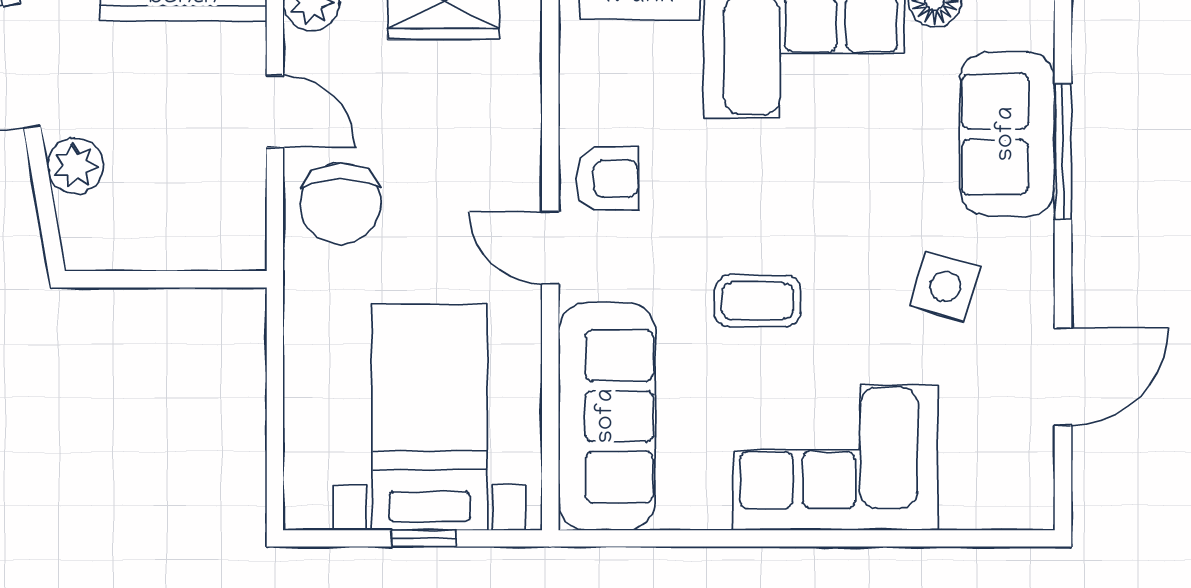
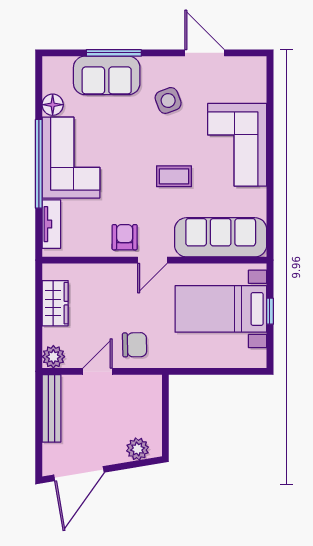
plant: (75, 166) -> (138, 449), moved
chair: (341, 203) -> (135, 345), width x0.73, depth x0.73
side table: (945, 286) -> (168, 100), turned -38
coffee table: (758, 301) -> (174, 176), turned 90

